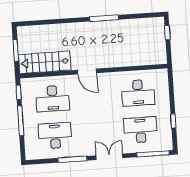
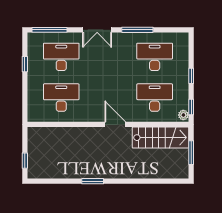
window: (104, 18) -> (93, 181), width x0.69
plant: (25, 84) -> (183, 115), added
window: (21, 121) -> (191, 76), width x0.46
desk: (141, 130) -> (61, 57), turned 180
desk: (55, 136) -> (155, 57), turned 180

